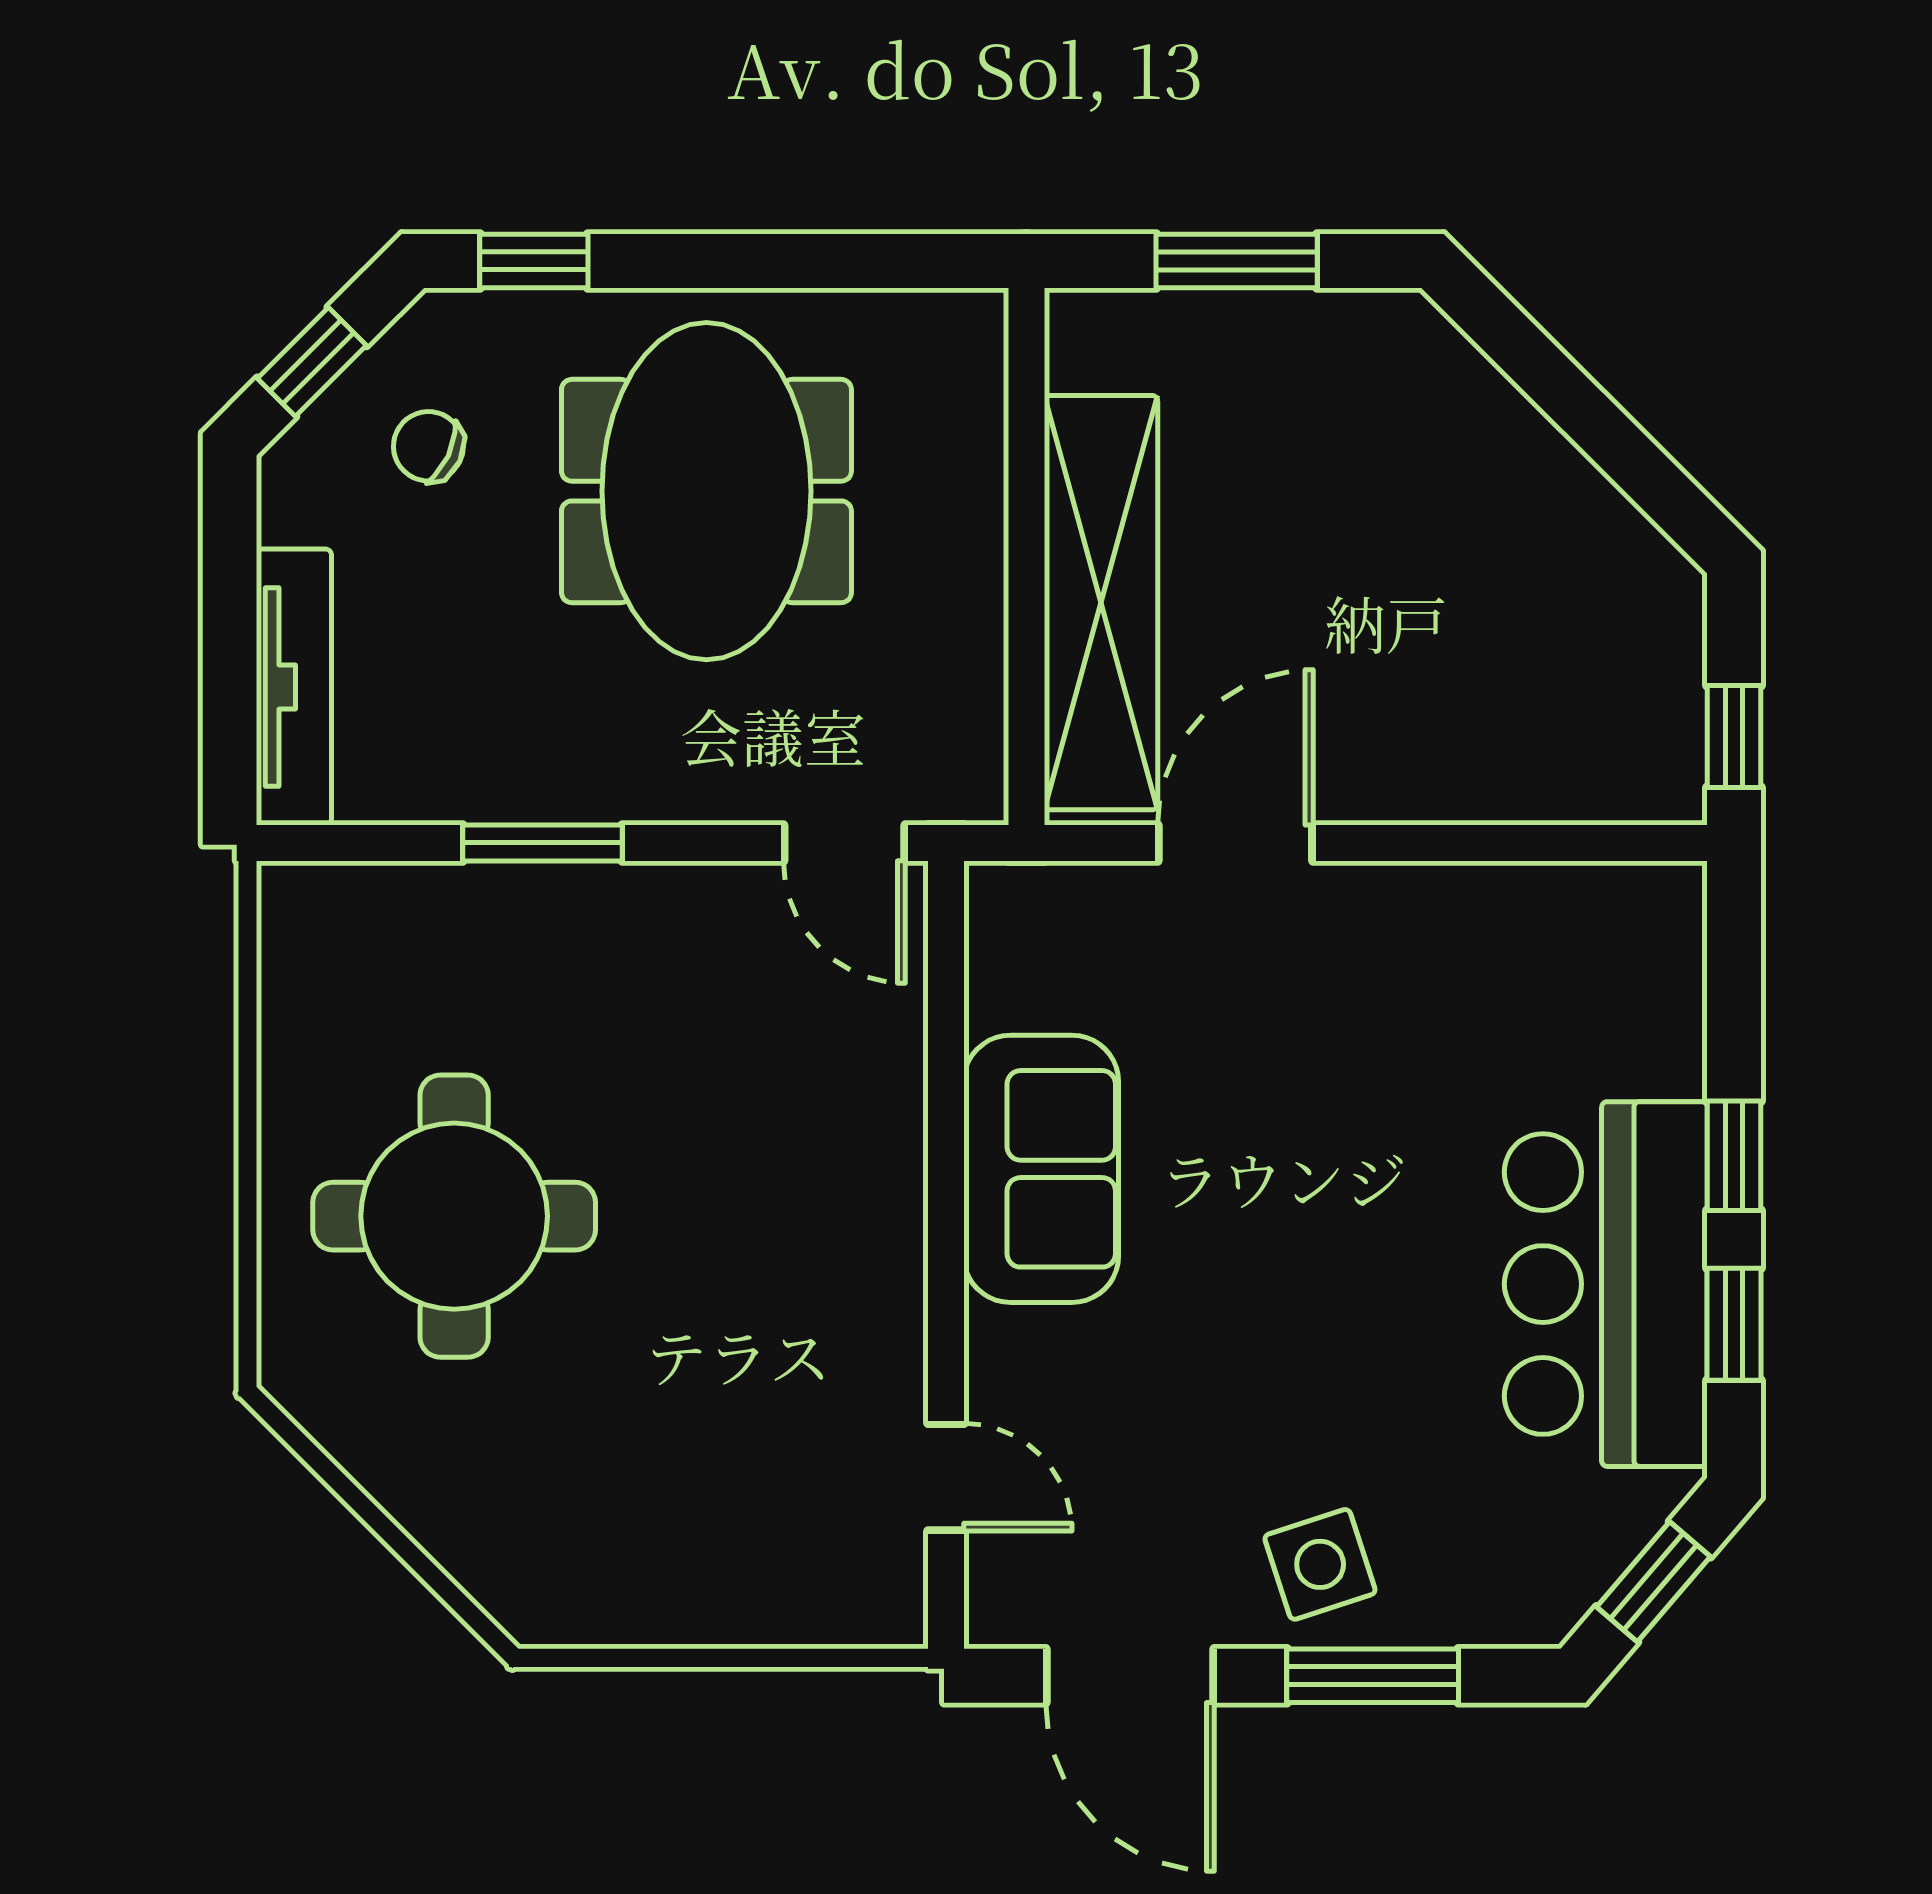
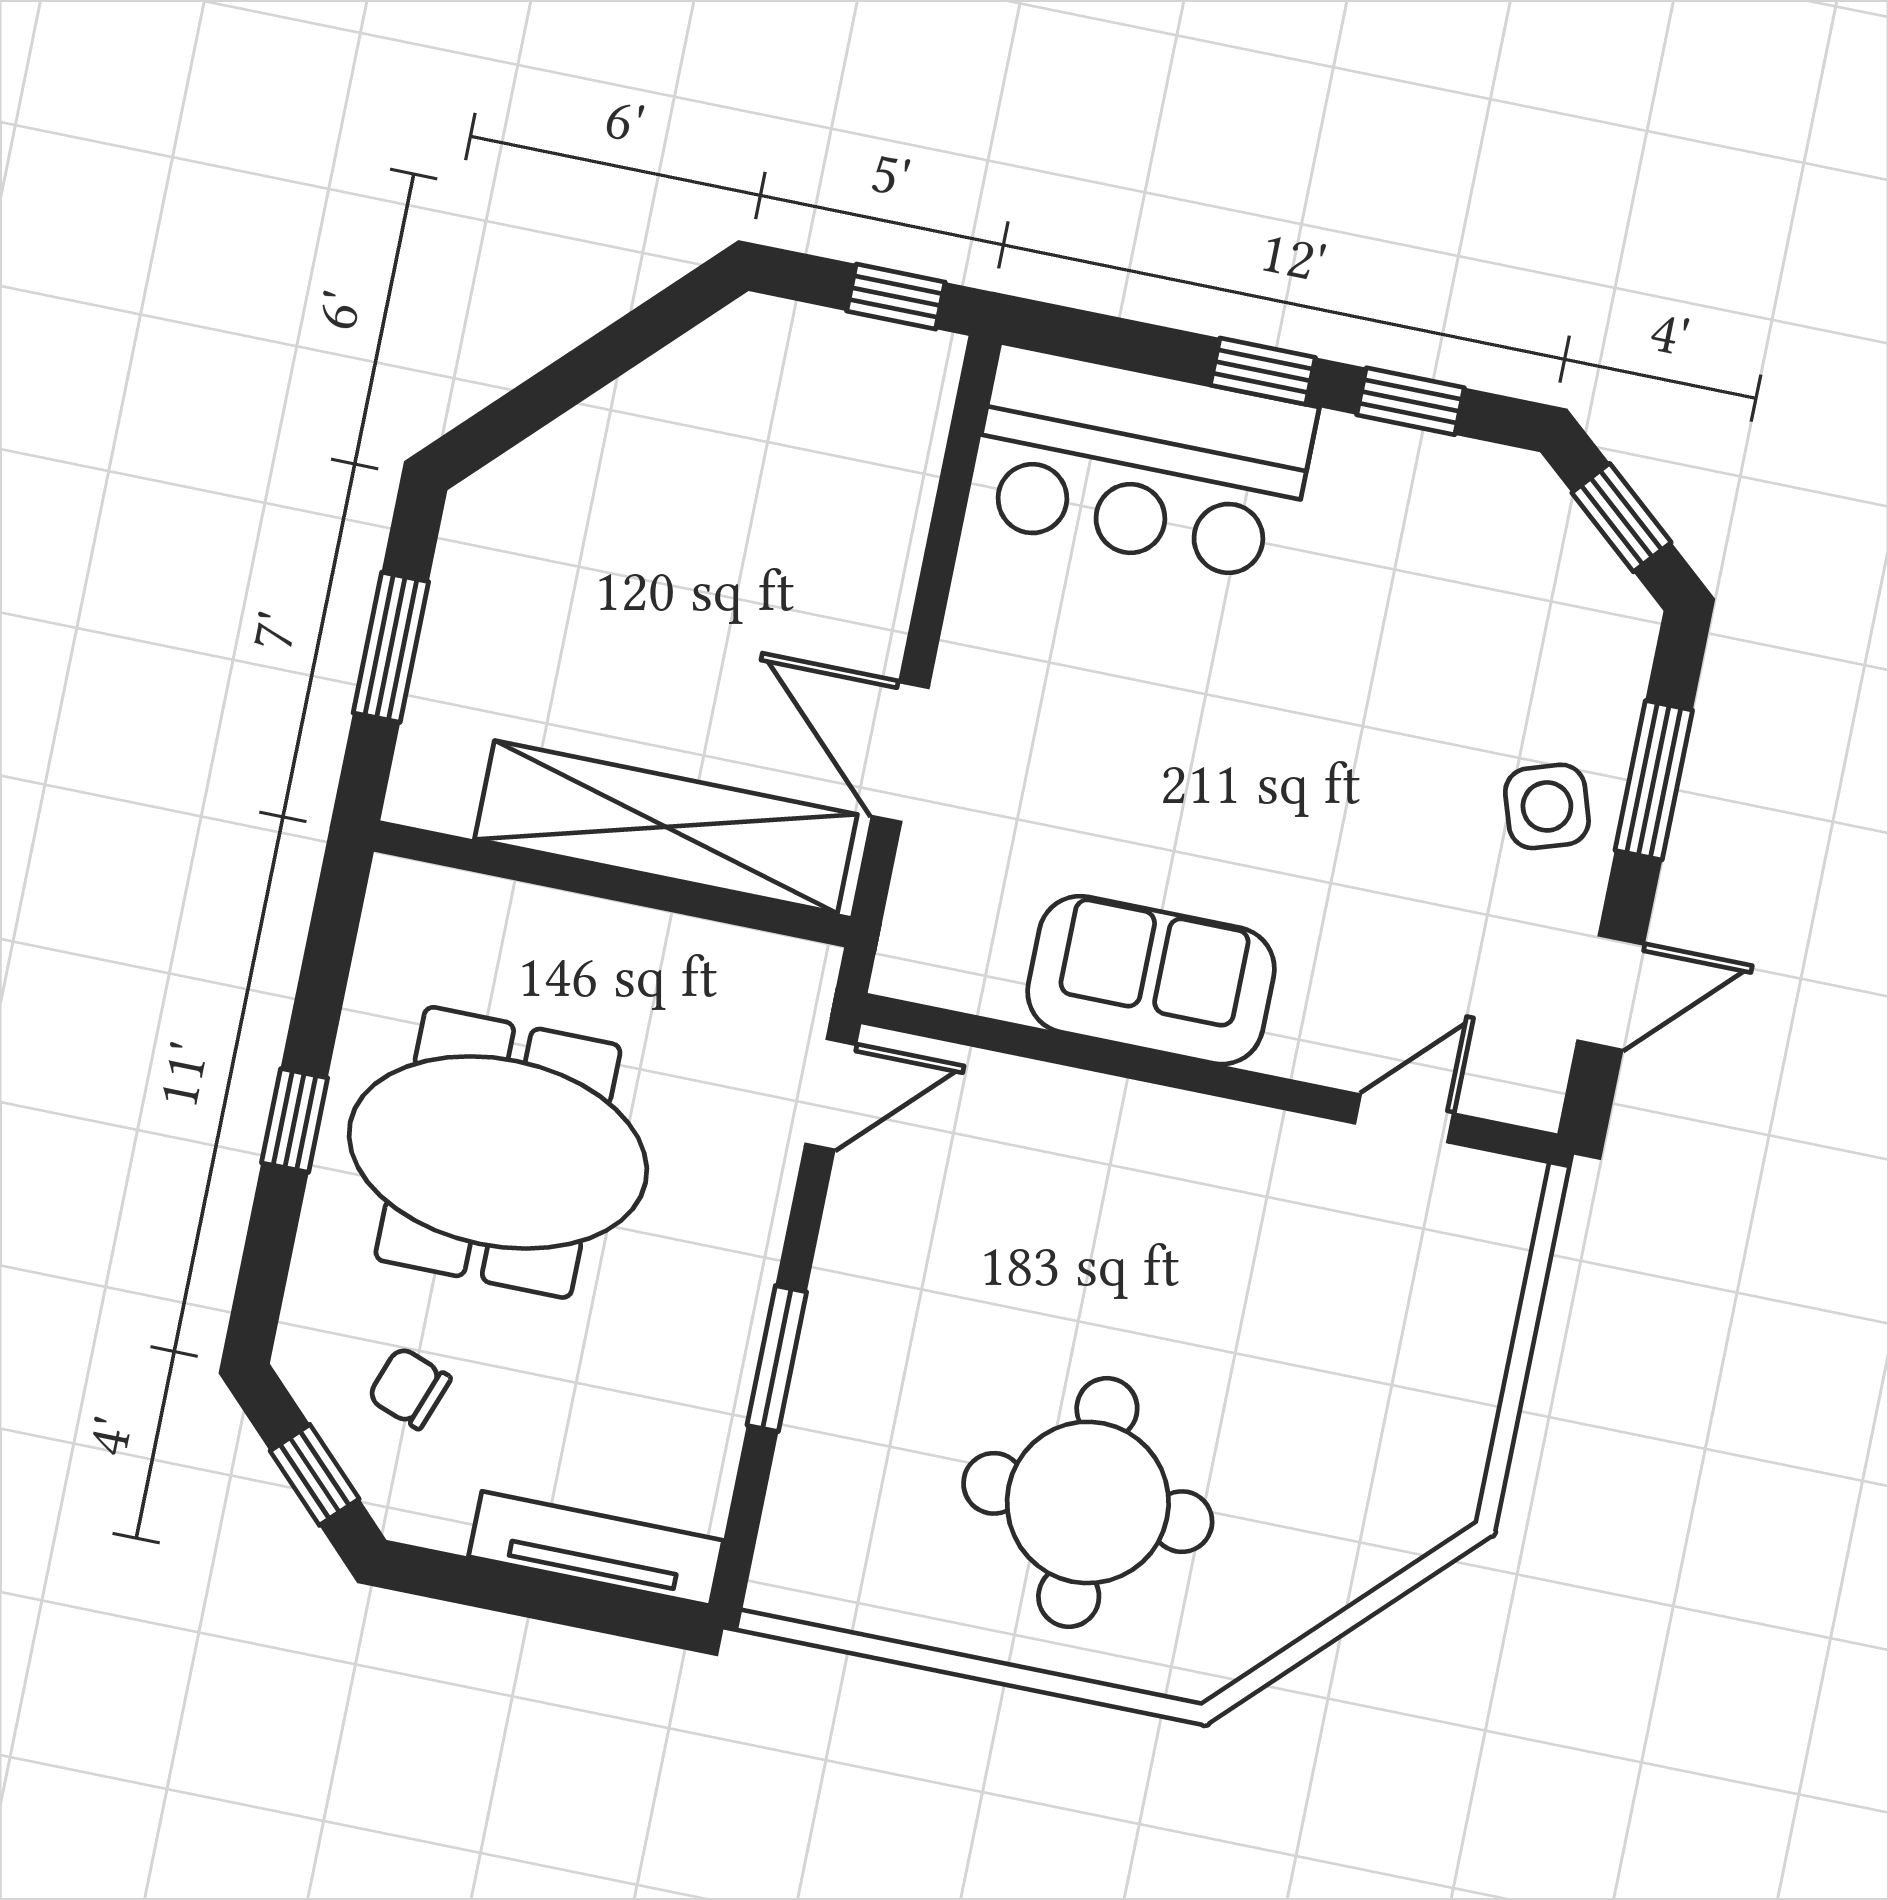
window: (534, 261) -> (295, 1120), moved
chair: (428, 446) -> (409, 1388), turned 85
bar counter: (1606, 1284) -> (1142, 463), moved
door: (1130, 1676) -> (1611, 993), width x0.73

